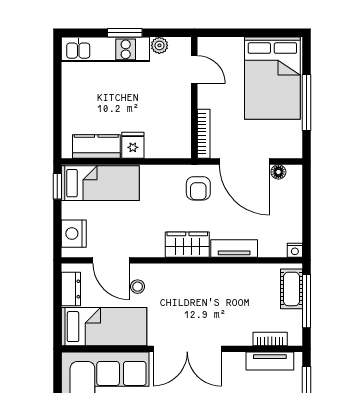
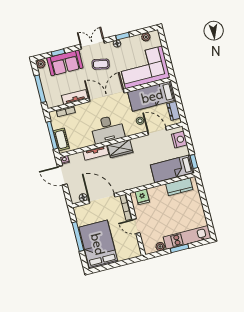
door: (194, 69) -> (136, 226), moved
fridge: (133, 145) -> (142, 197), moved
armchair: (198, 188) -> (122, 179), removed
door: (306, 222) -> (62, 175), added
desk: (201, 286) -> (108, 129), added
tv unit: (270, 361) -> (75, 97), moved

